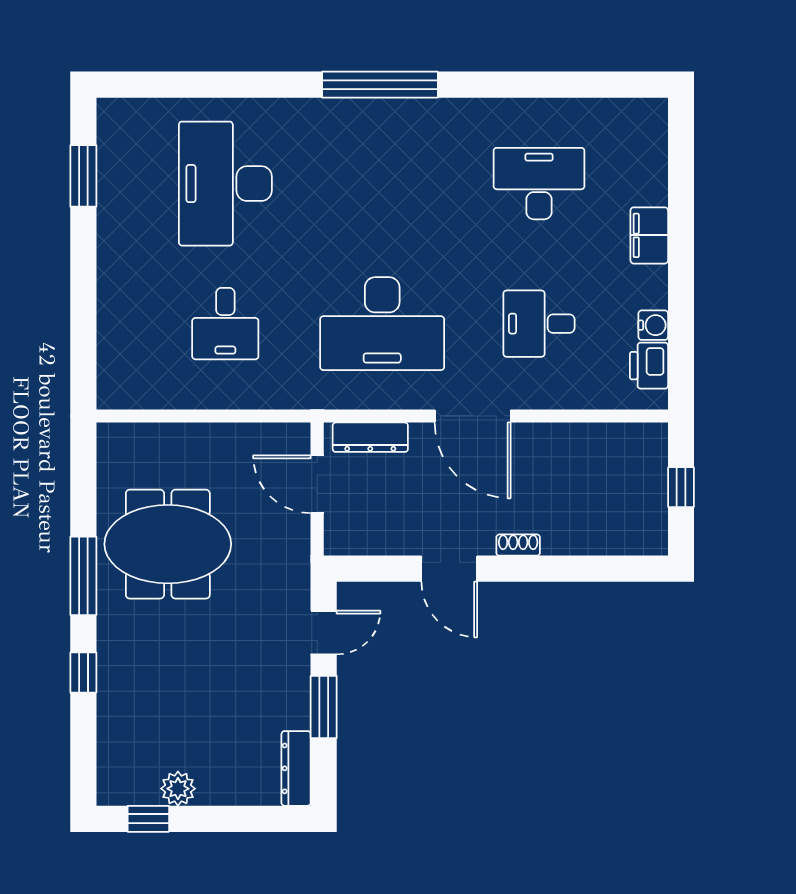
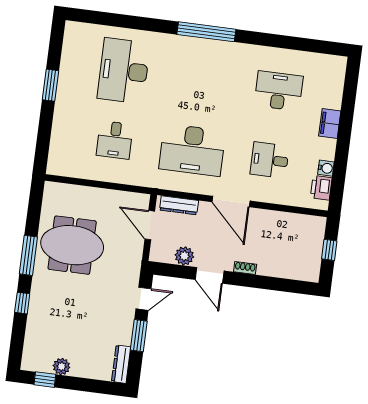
window: (83, 176) -> (50, 85), moved
plant: (394, 537) -> (184, 256), added

